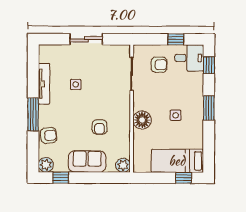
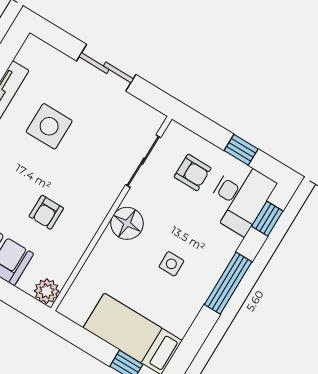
desk: (189, 58) -> (240, 197), width x1.37
side table: (76, 84) -> (49, 126), width x1.87, depth x1.87
window: (209, 108) -> (228, 283), width x1.44
floor lamp: (142, 120) -> (127, 223), moved

